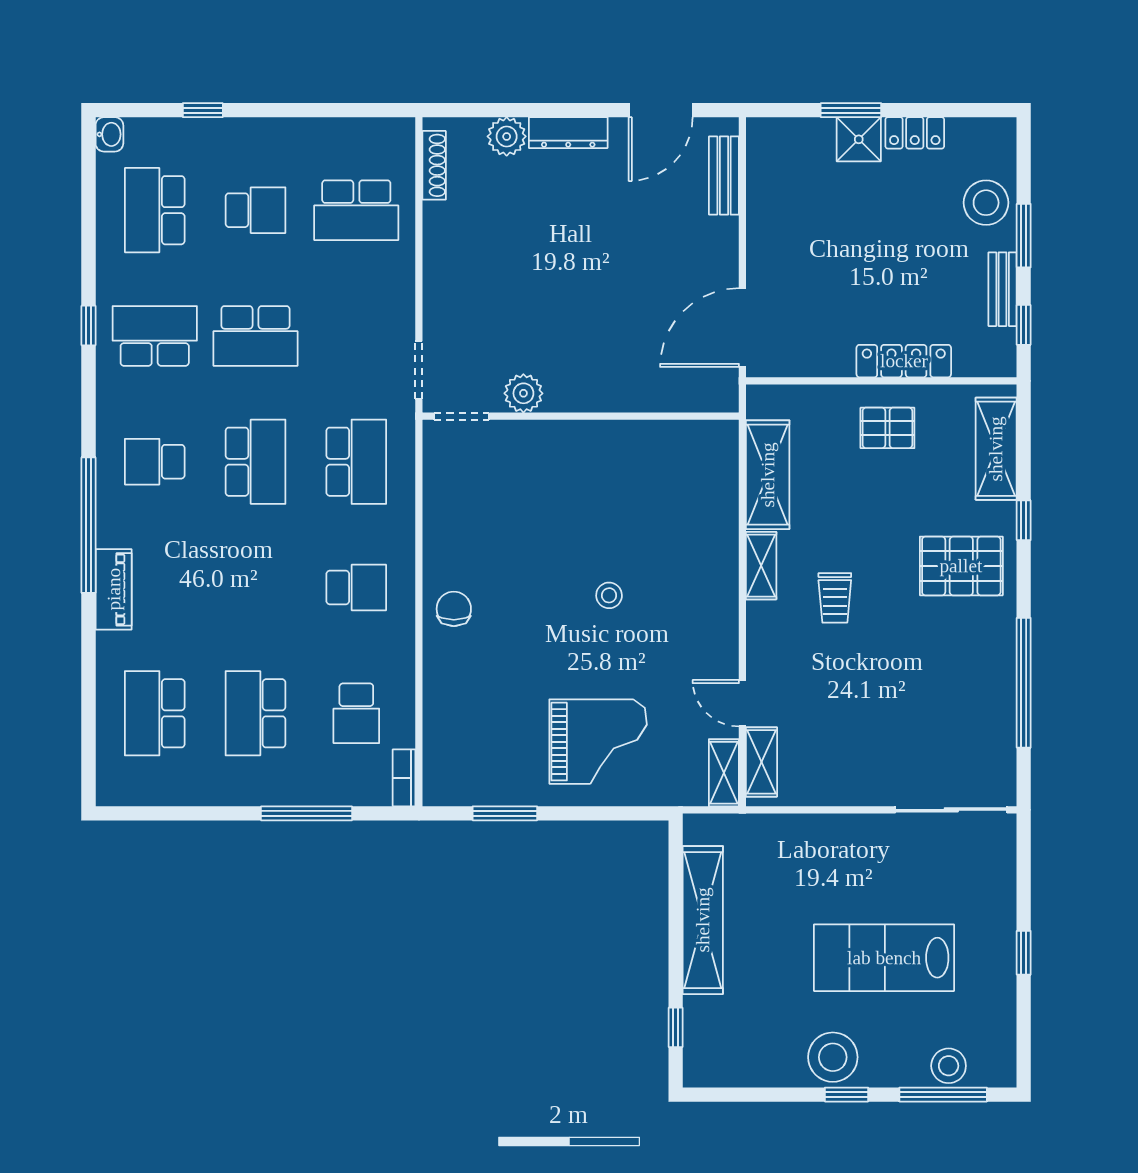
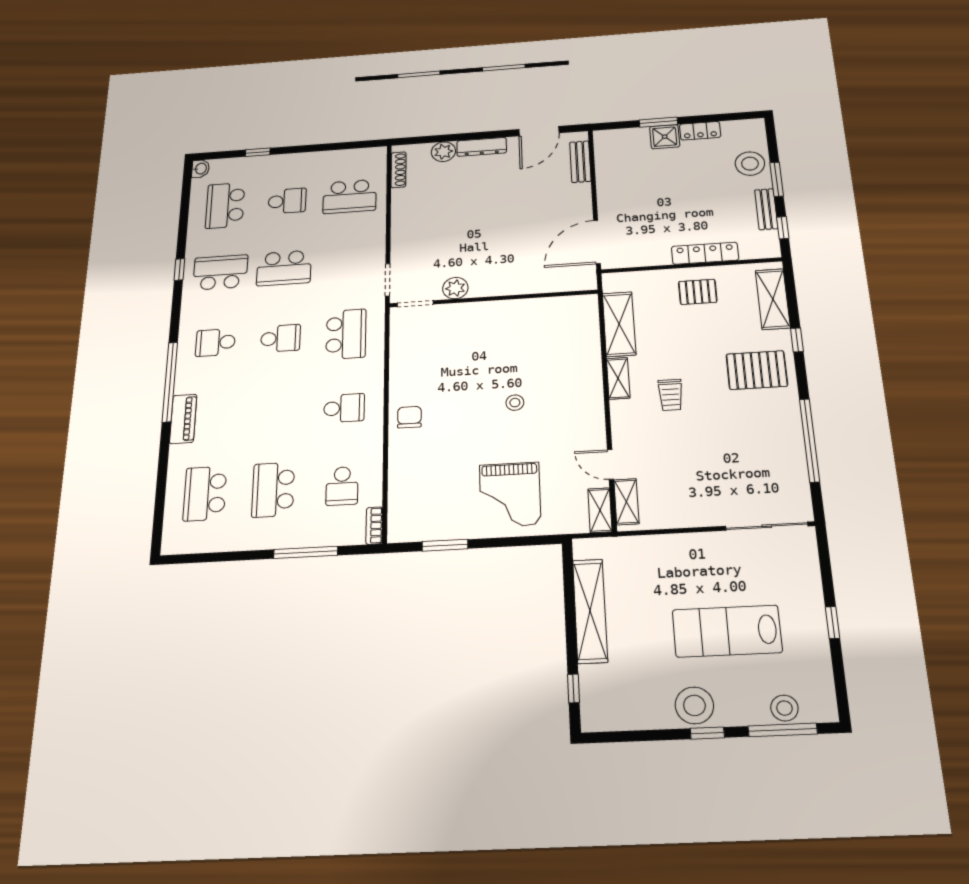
school desk: (255, 462) -> (280, 338), width x0.54
grand piano: (598, 742) -> (510, 495), turned 90

